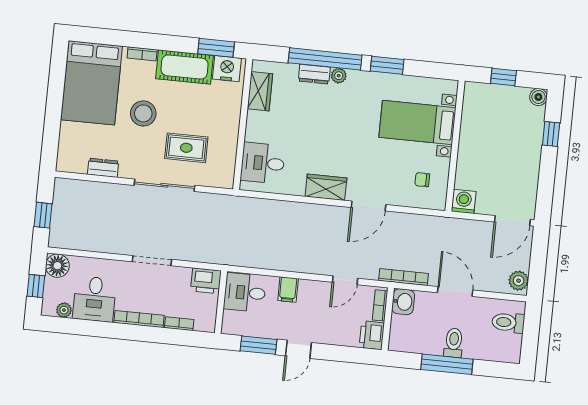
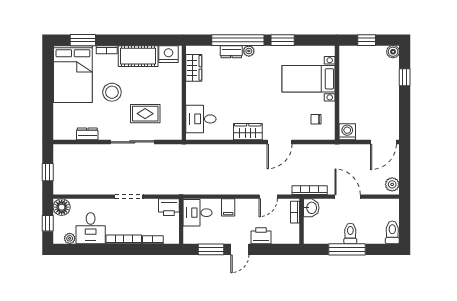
window: (216, 48) -> (83, 40), moved
toilet: (508, 322) -> (392, 232), moved, turned 90
printer: (372, 335) -> (261, 236), moved, turned 90

